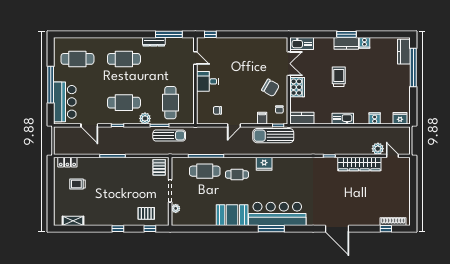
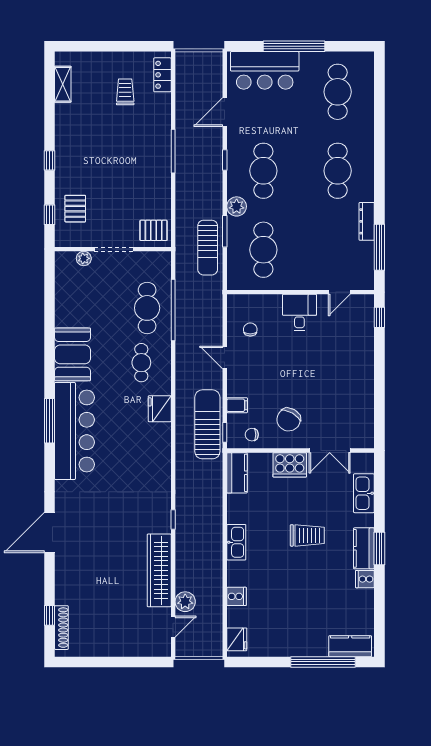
kitchen sink: (302, 43) -> (364, 493), moved
cafe table: (170, 103) -> (263, 250), turned 90

